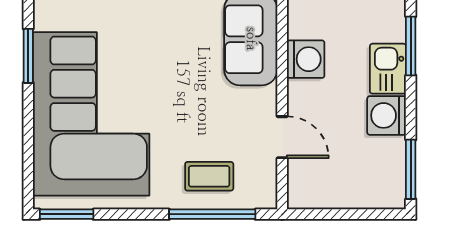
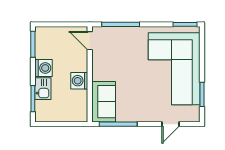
washing machine: (306, 59) -> (79, 81), moved
door: (282, 137) -> (90, 41), moved
coffee table: (209, 176) -> (122, 41), removed

